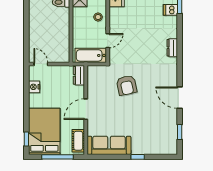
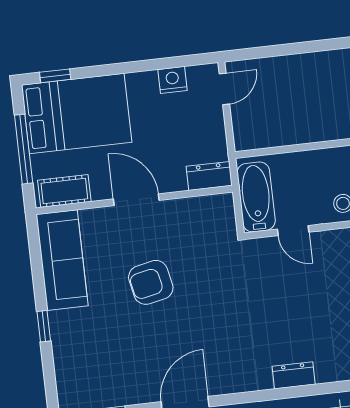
armchair: (127, 85) -> (151, 282), moved

